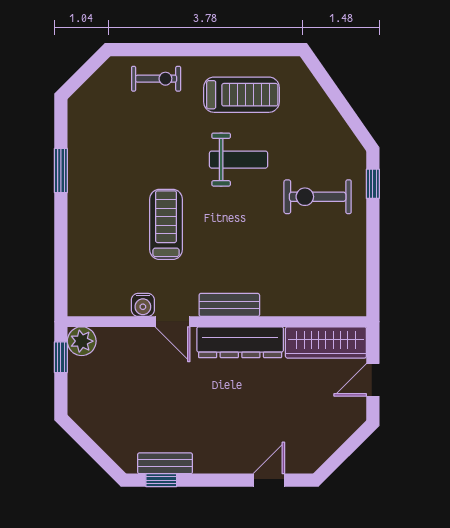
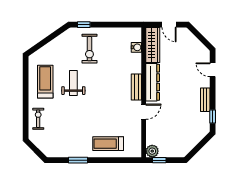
treadmill: (166, 224) -> (108, 144), moved
water cooler: (143, 305) -> (136, 47), moved
bench: (165, 463) -> (205, 100), moved

